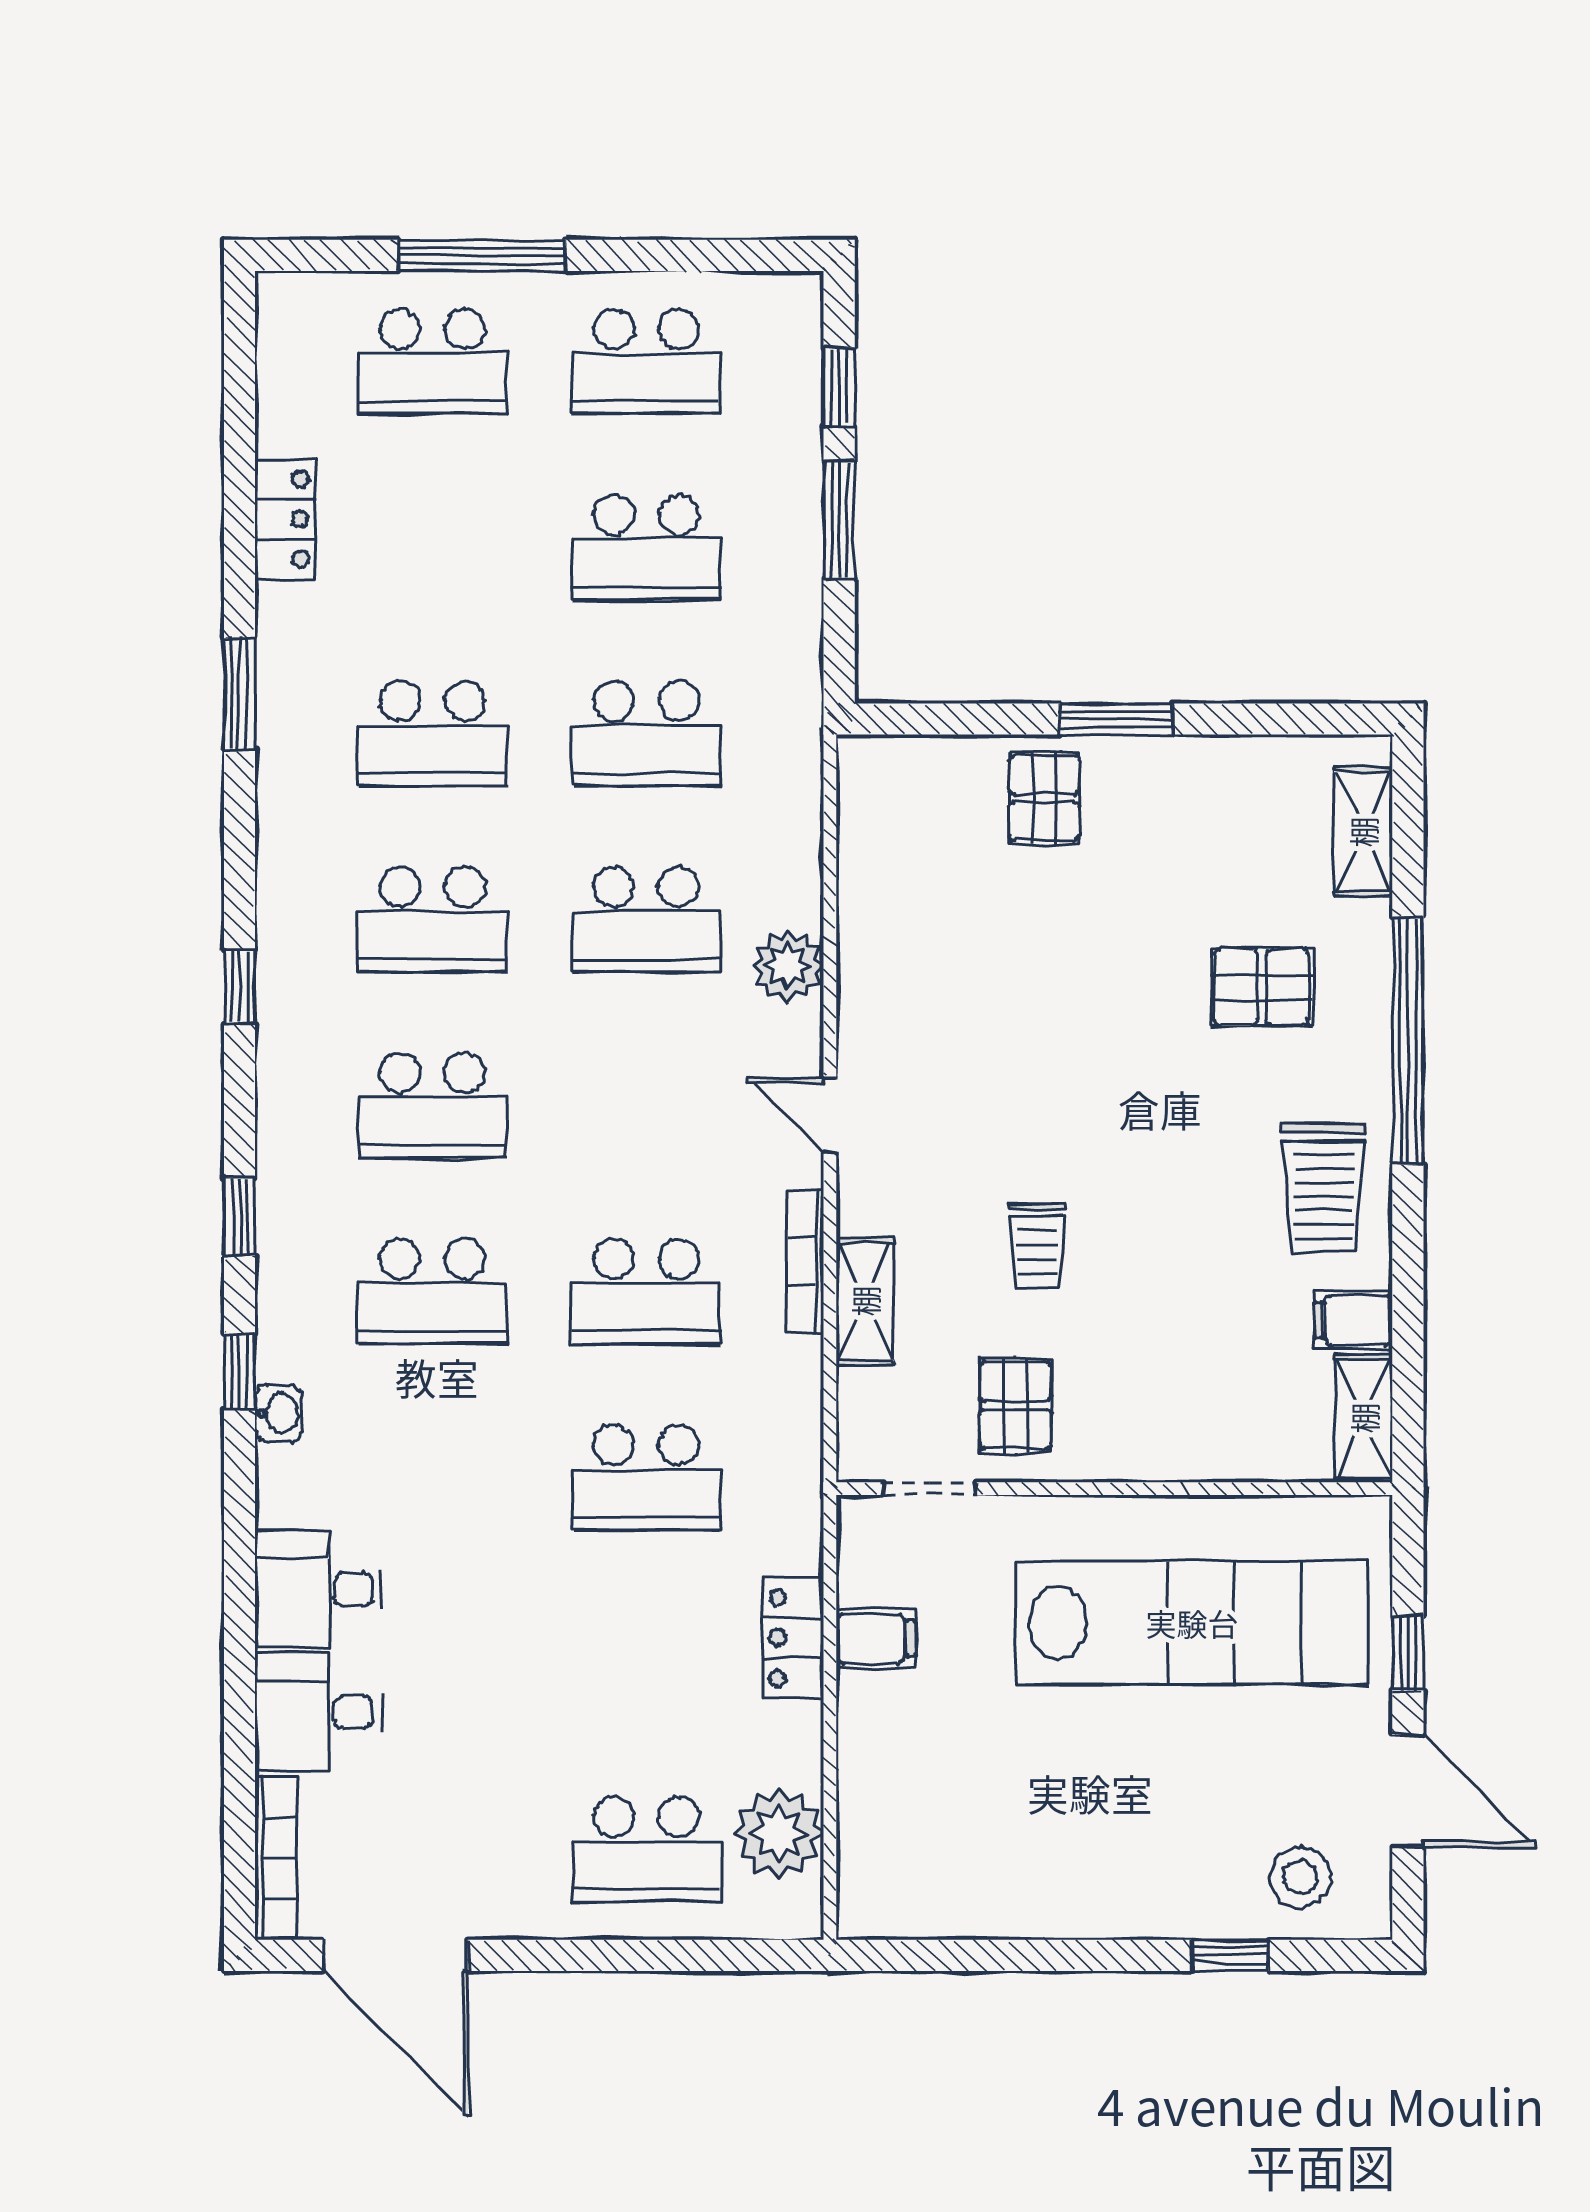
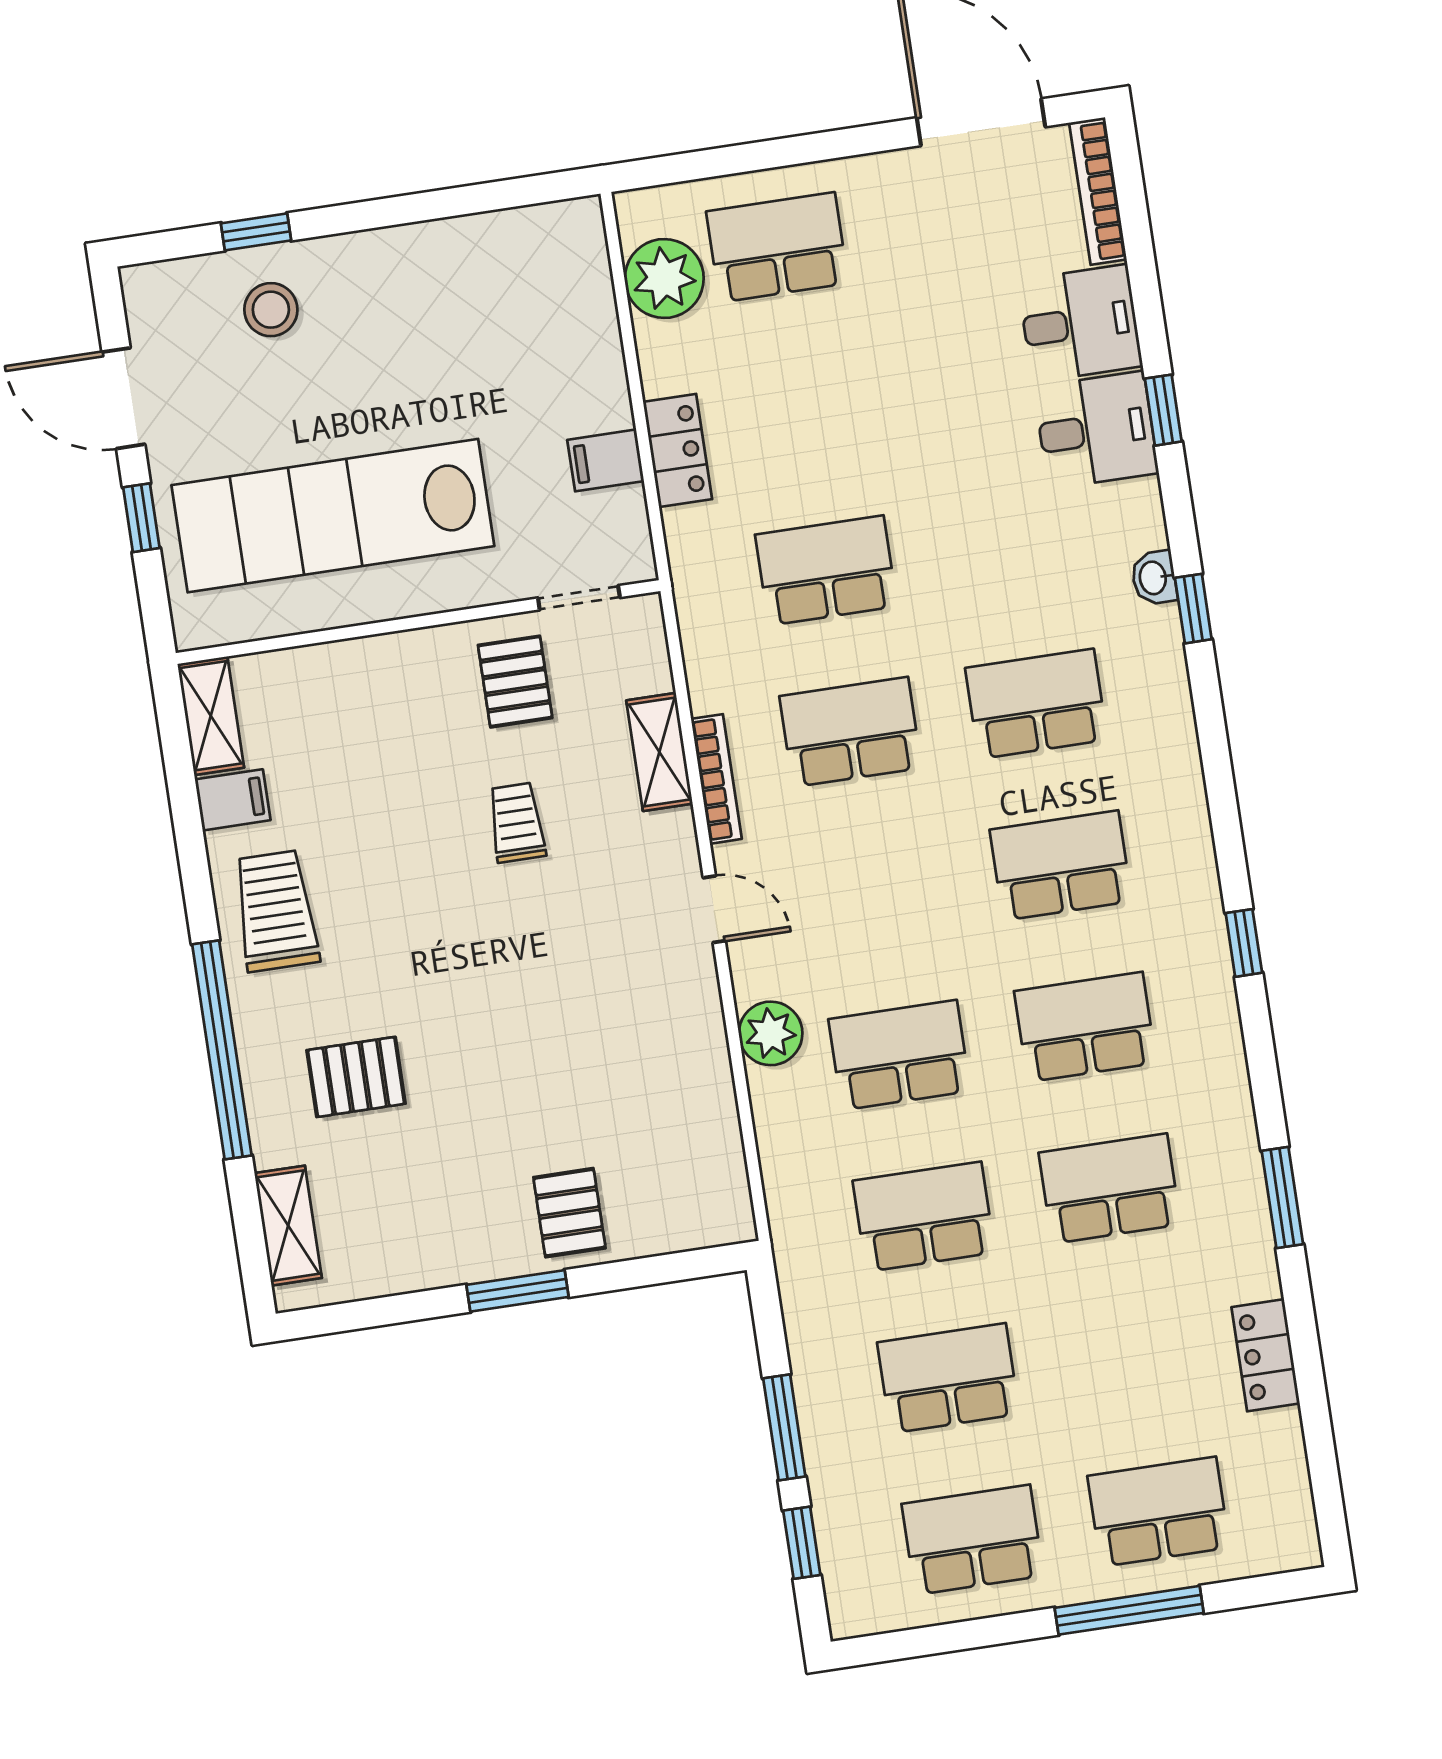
window: (240, 1217) -> (1163, 410), moved
stool: (1300, 1877) -> (271, 310), moved

